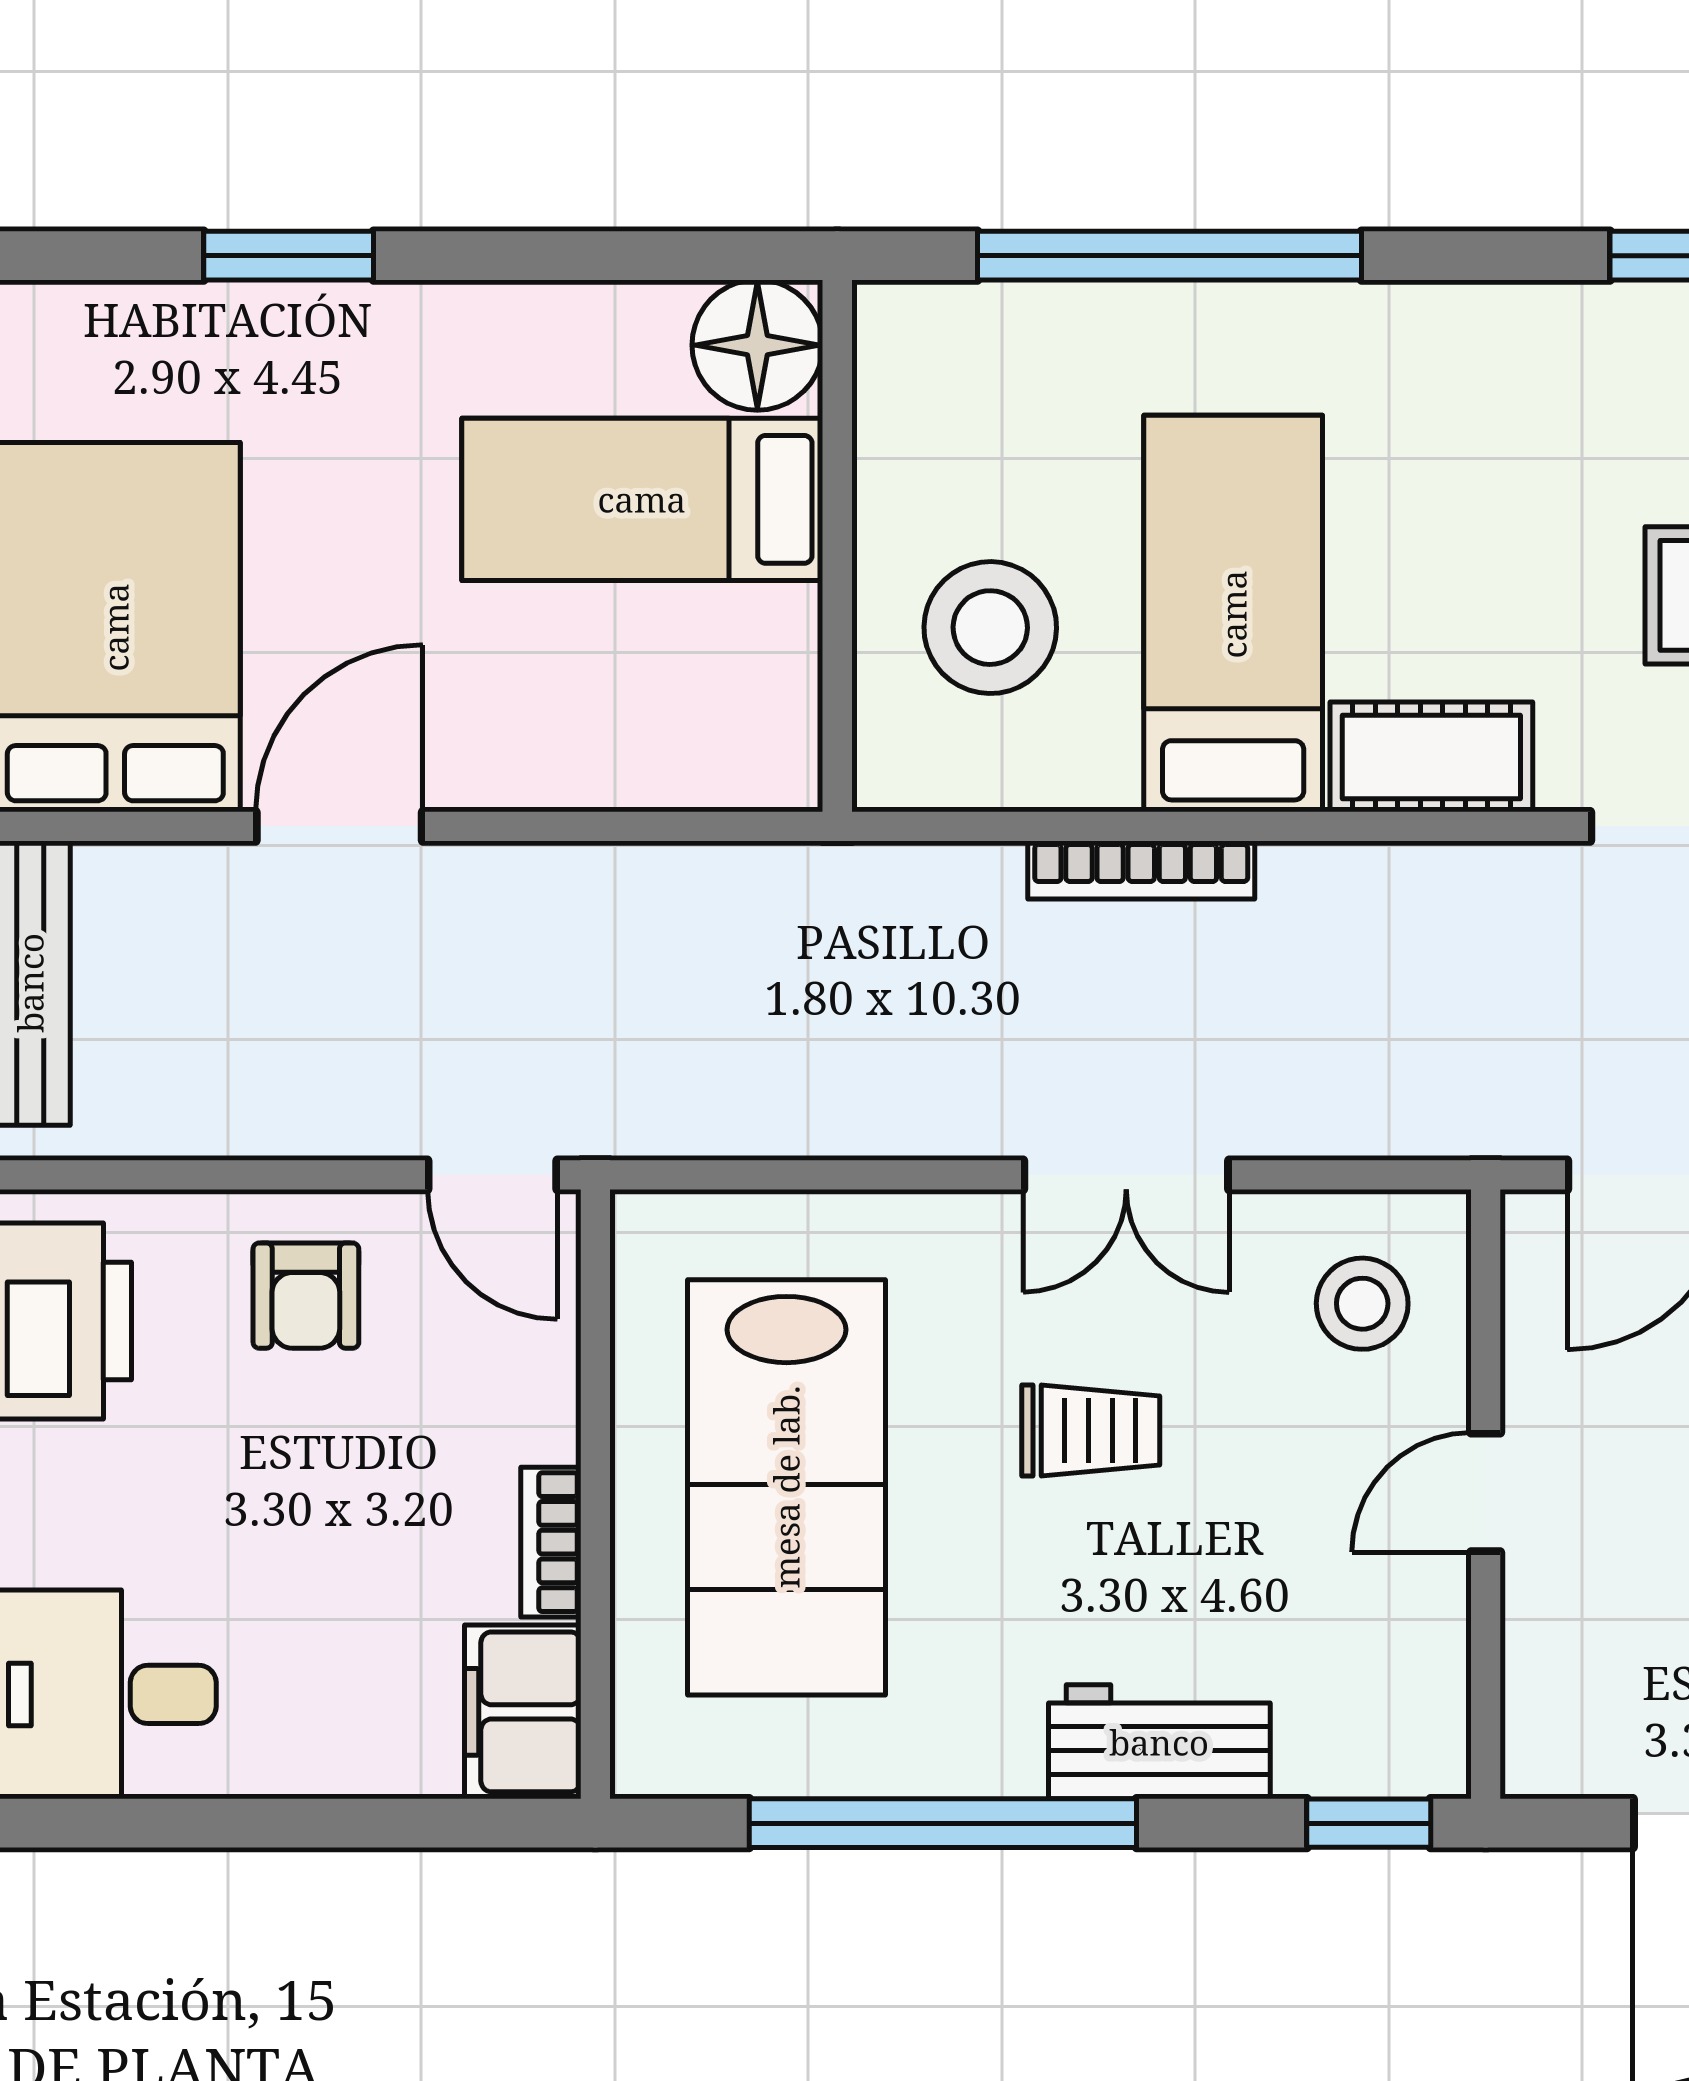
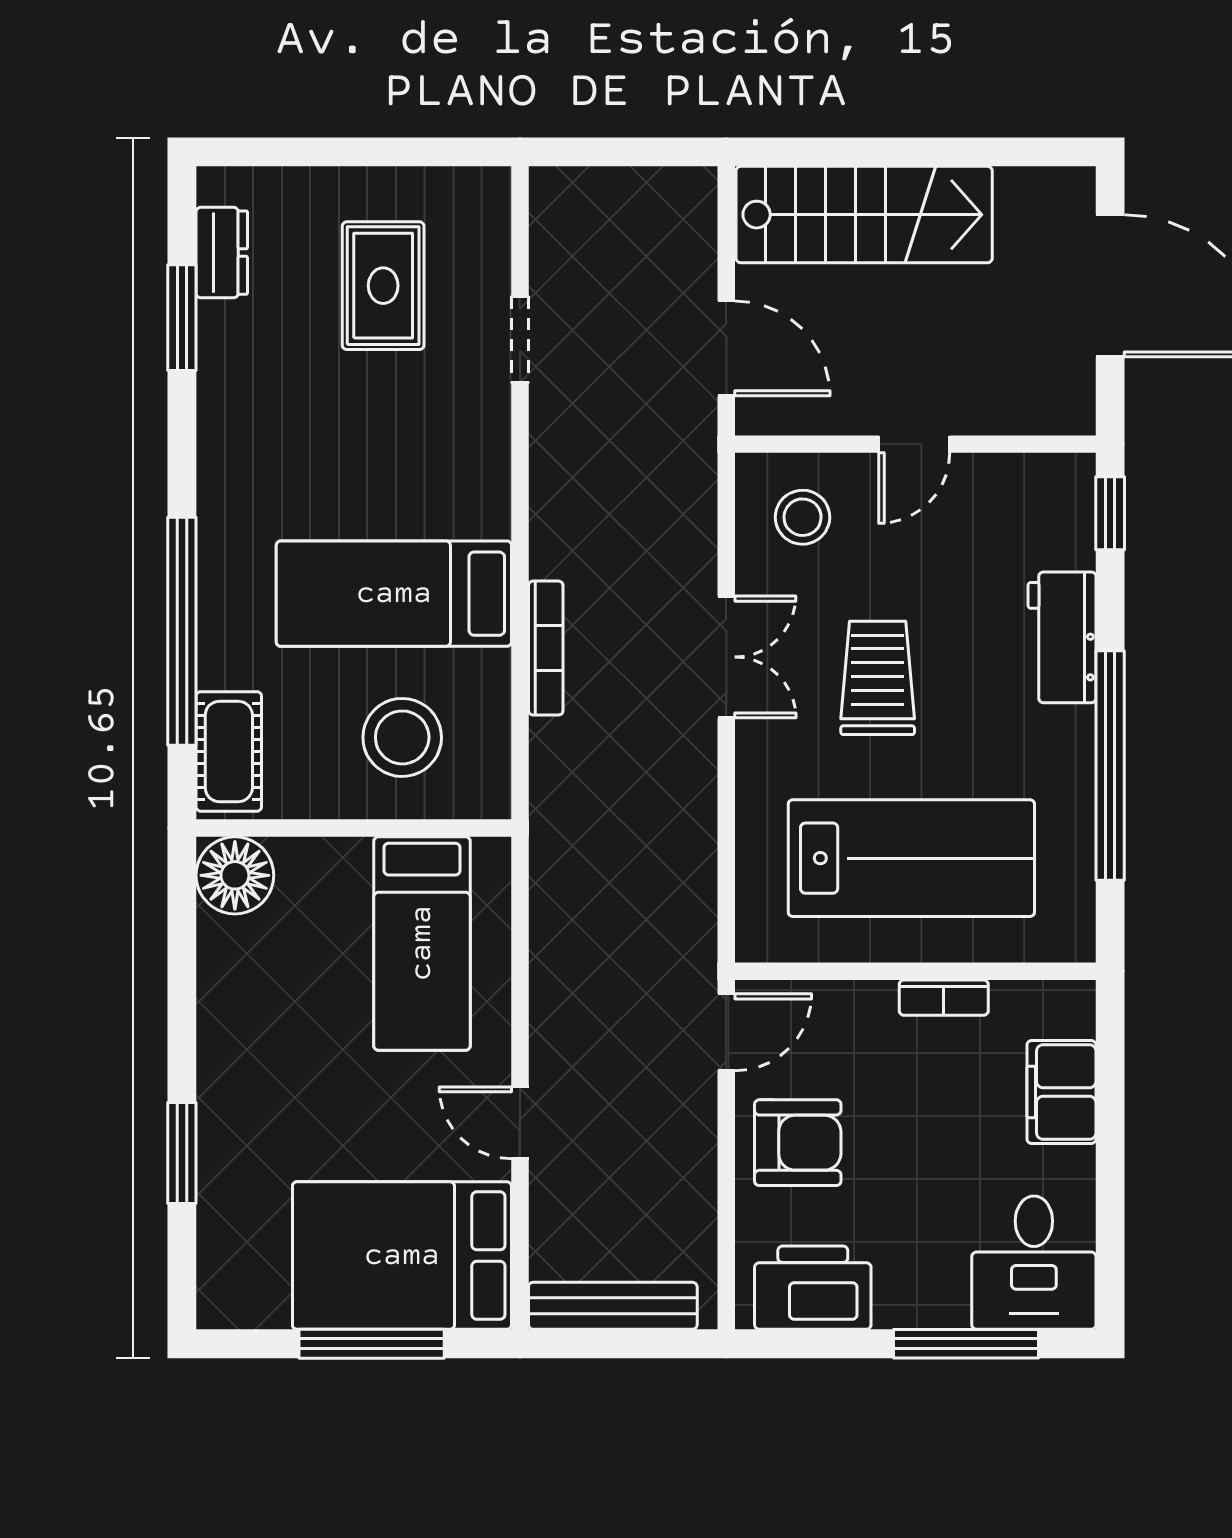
bed: (642, 499) -> (422, 943), moved
cot: (1431, 757) -> (229, 751), moved
door: (339, 826) -> (520, 1123), width x0.73
armchair: (306, 1296) -> (798, 1143), width x1.38, depth x1.38
trolley: (1091, 1431) -> (878, 678), width x1.36, depth x1.39
door: (1486, 1492) -> (914, 444), hinge flipped
filing cabinet: (523, 1712) -> (1061, 1092), moved, turned 90

